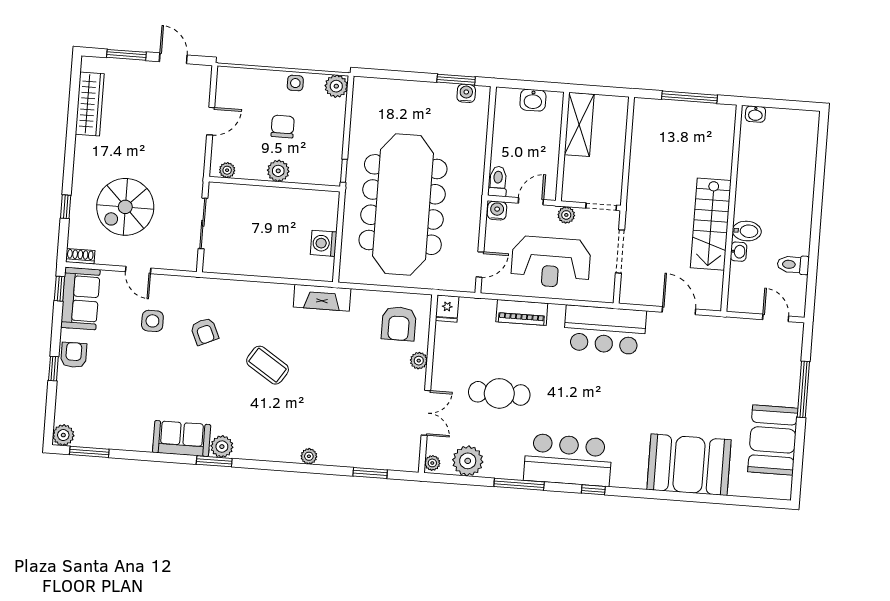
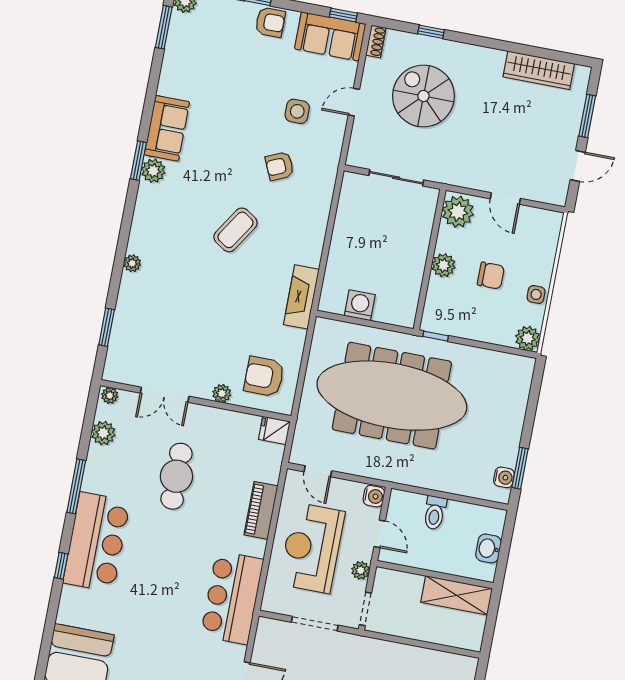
plant: (227, 170) -> (458, 212), width x1.88, depth x1.88
toilet: (498, 181) -> (435, 513), moved, turned 90
plant: (468, 461) -> (103, 433), width x0.73, depth x0.73

